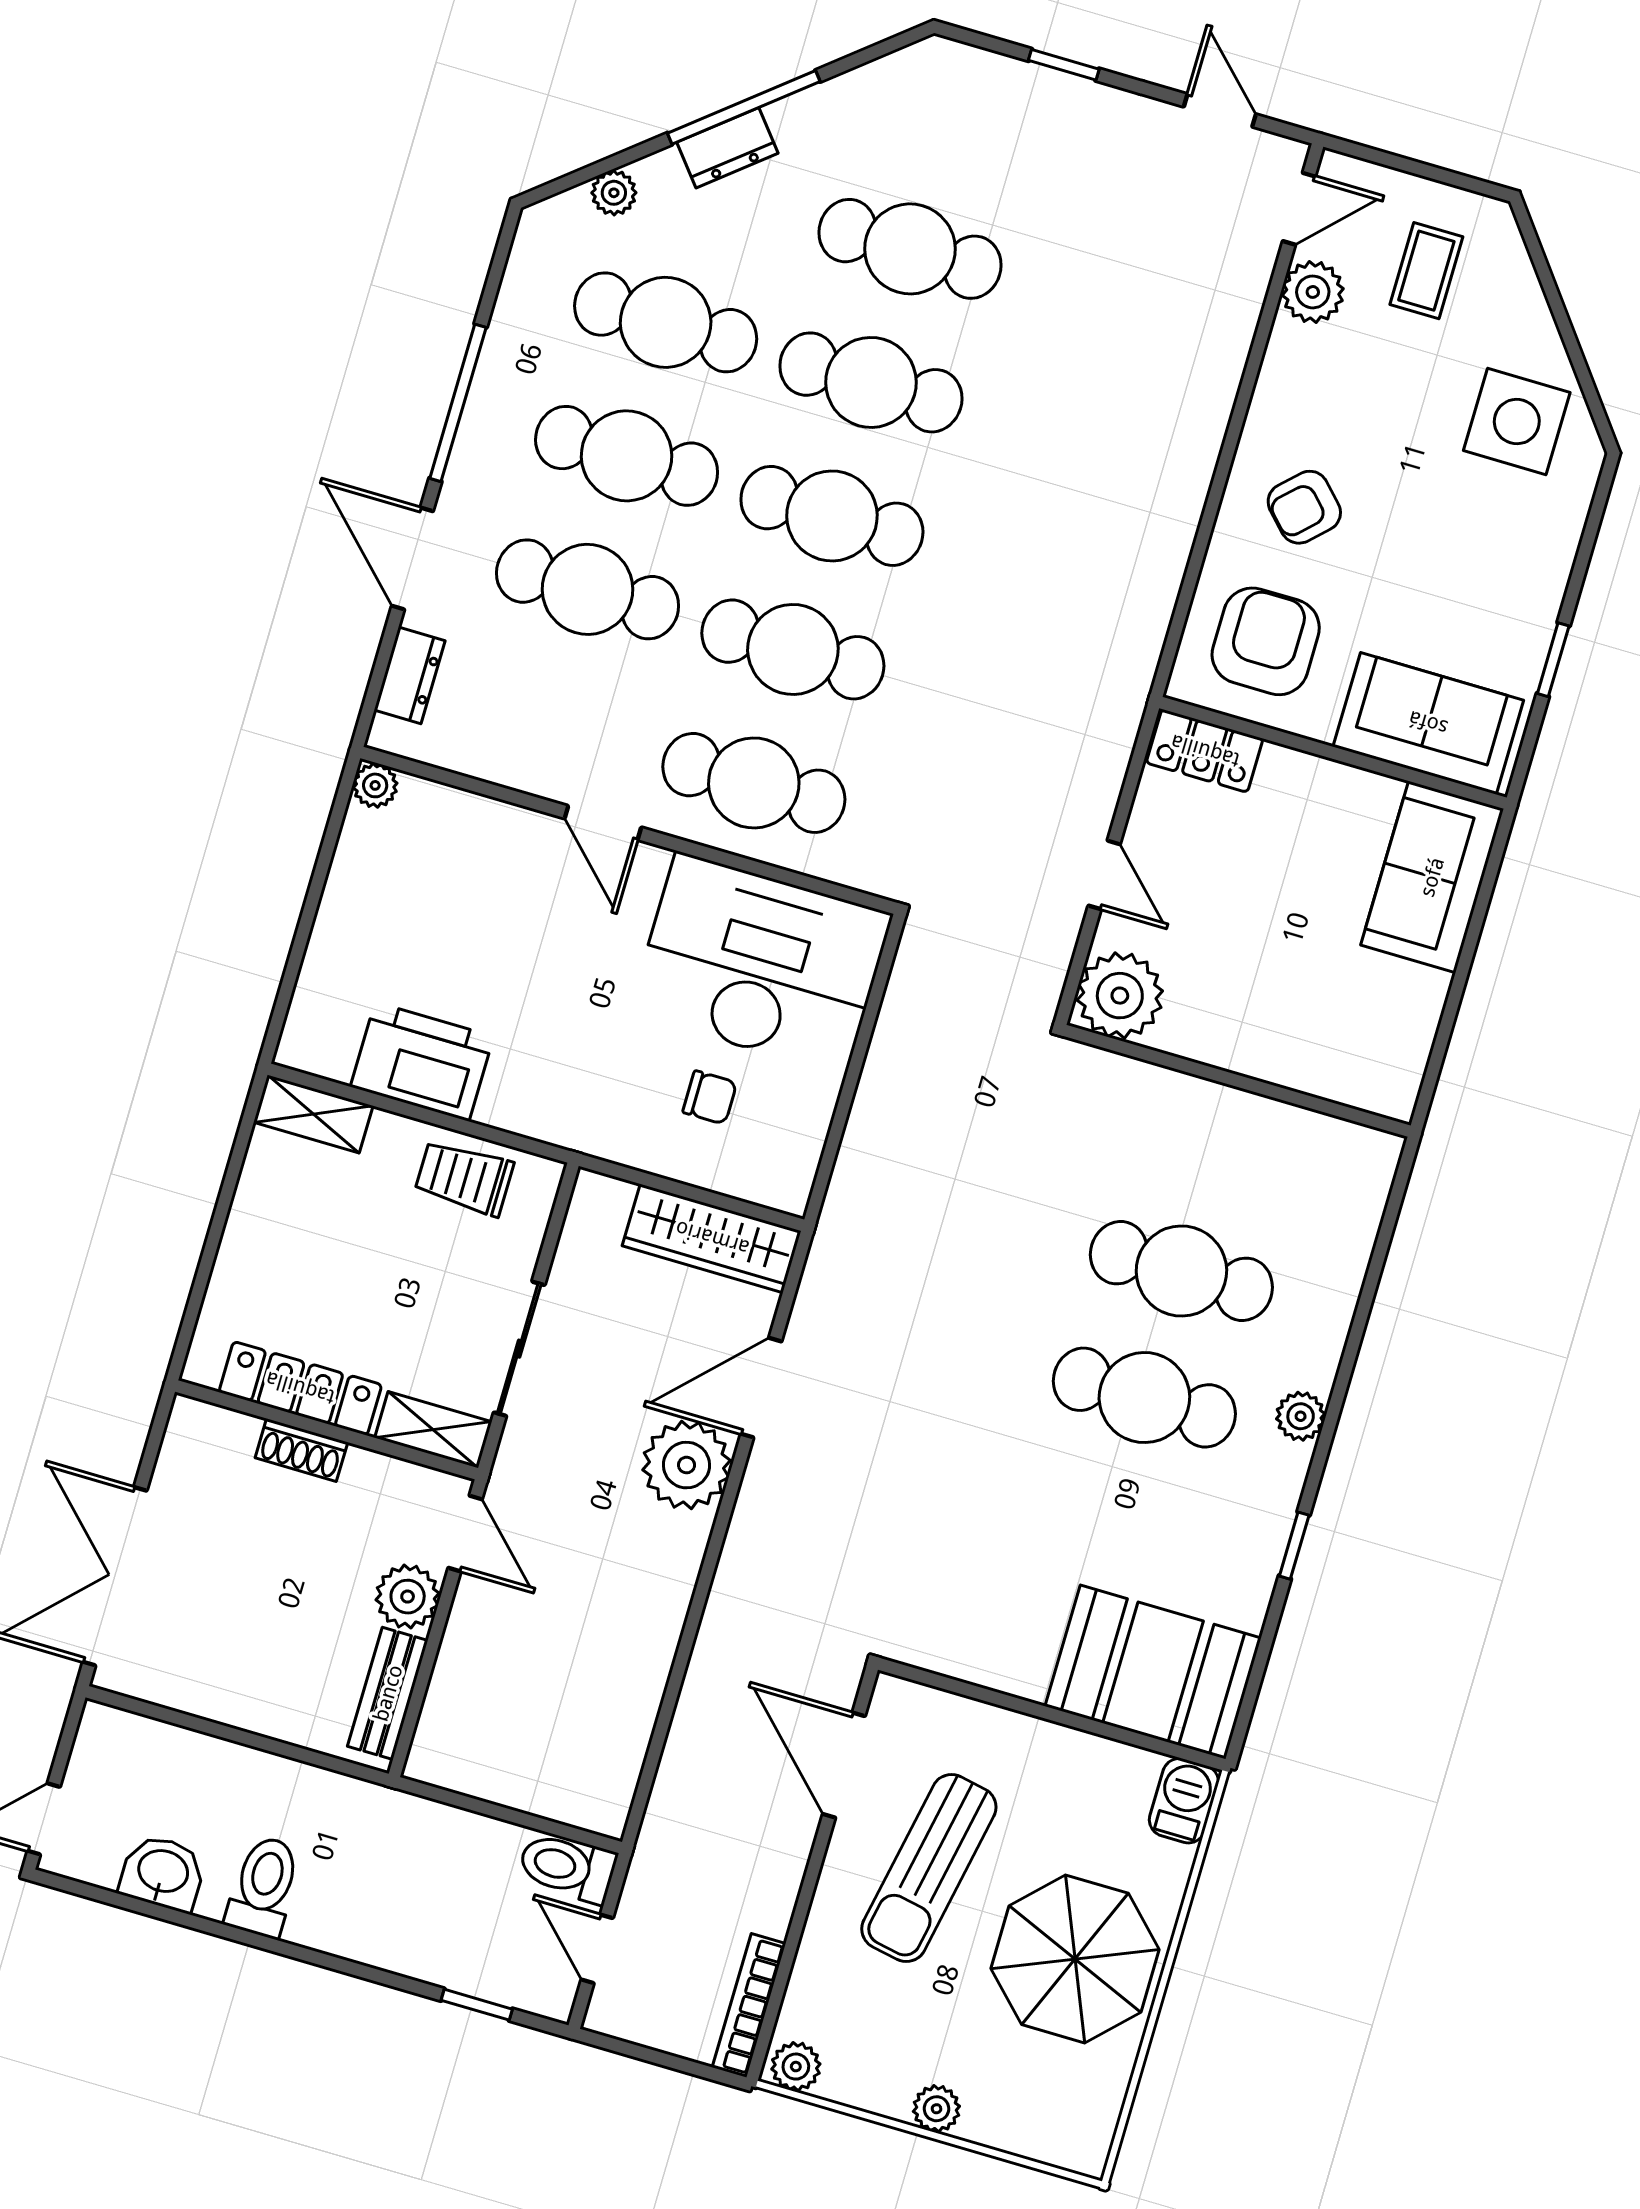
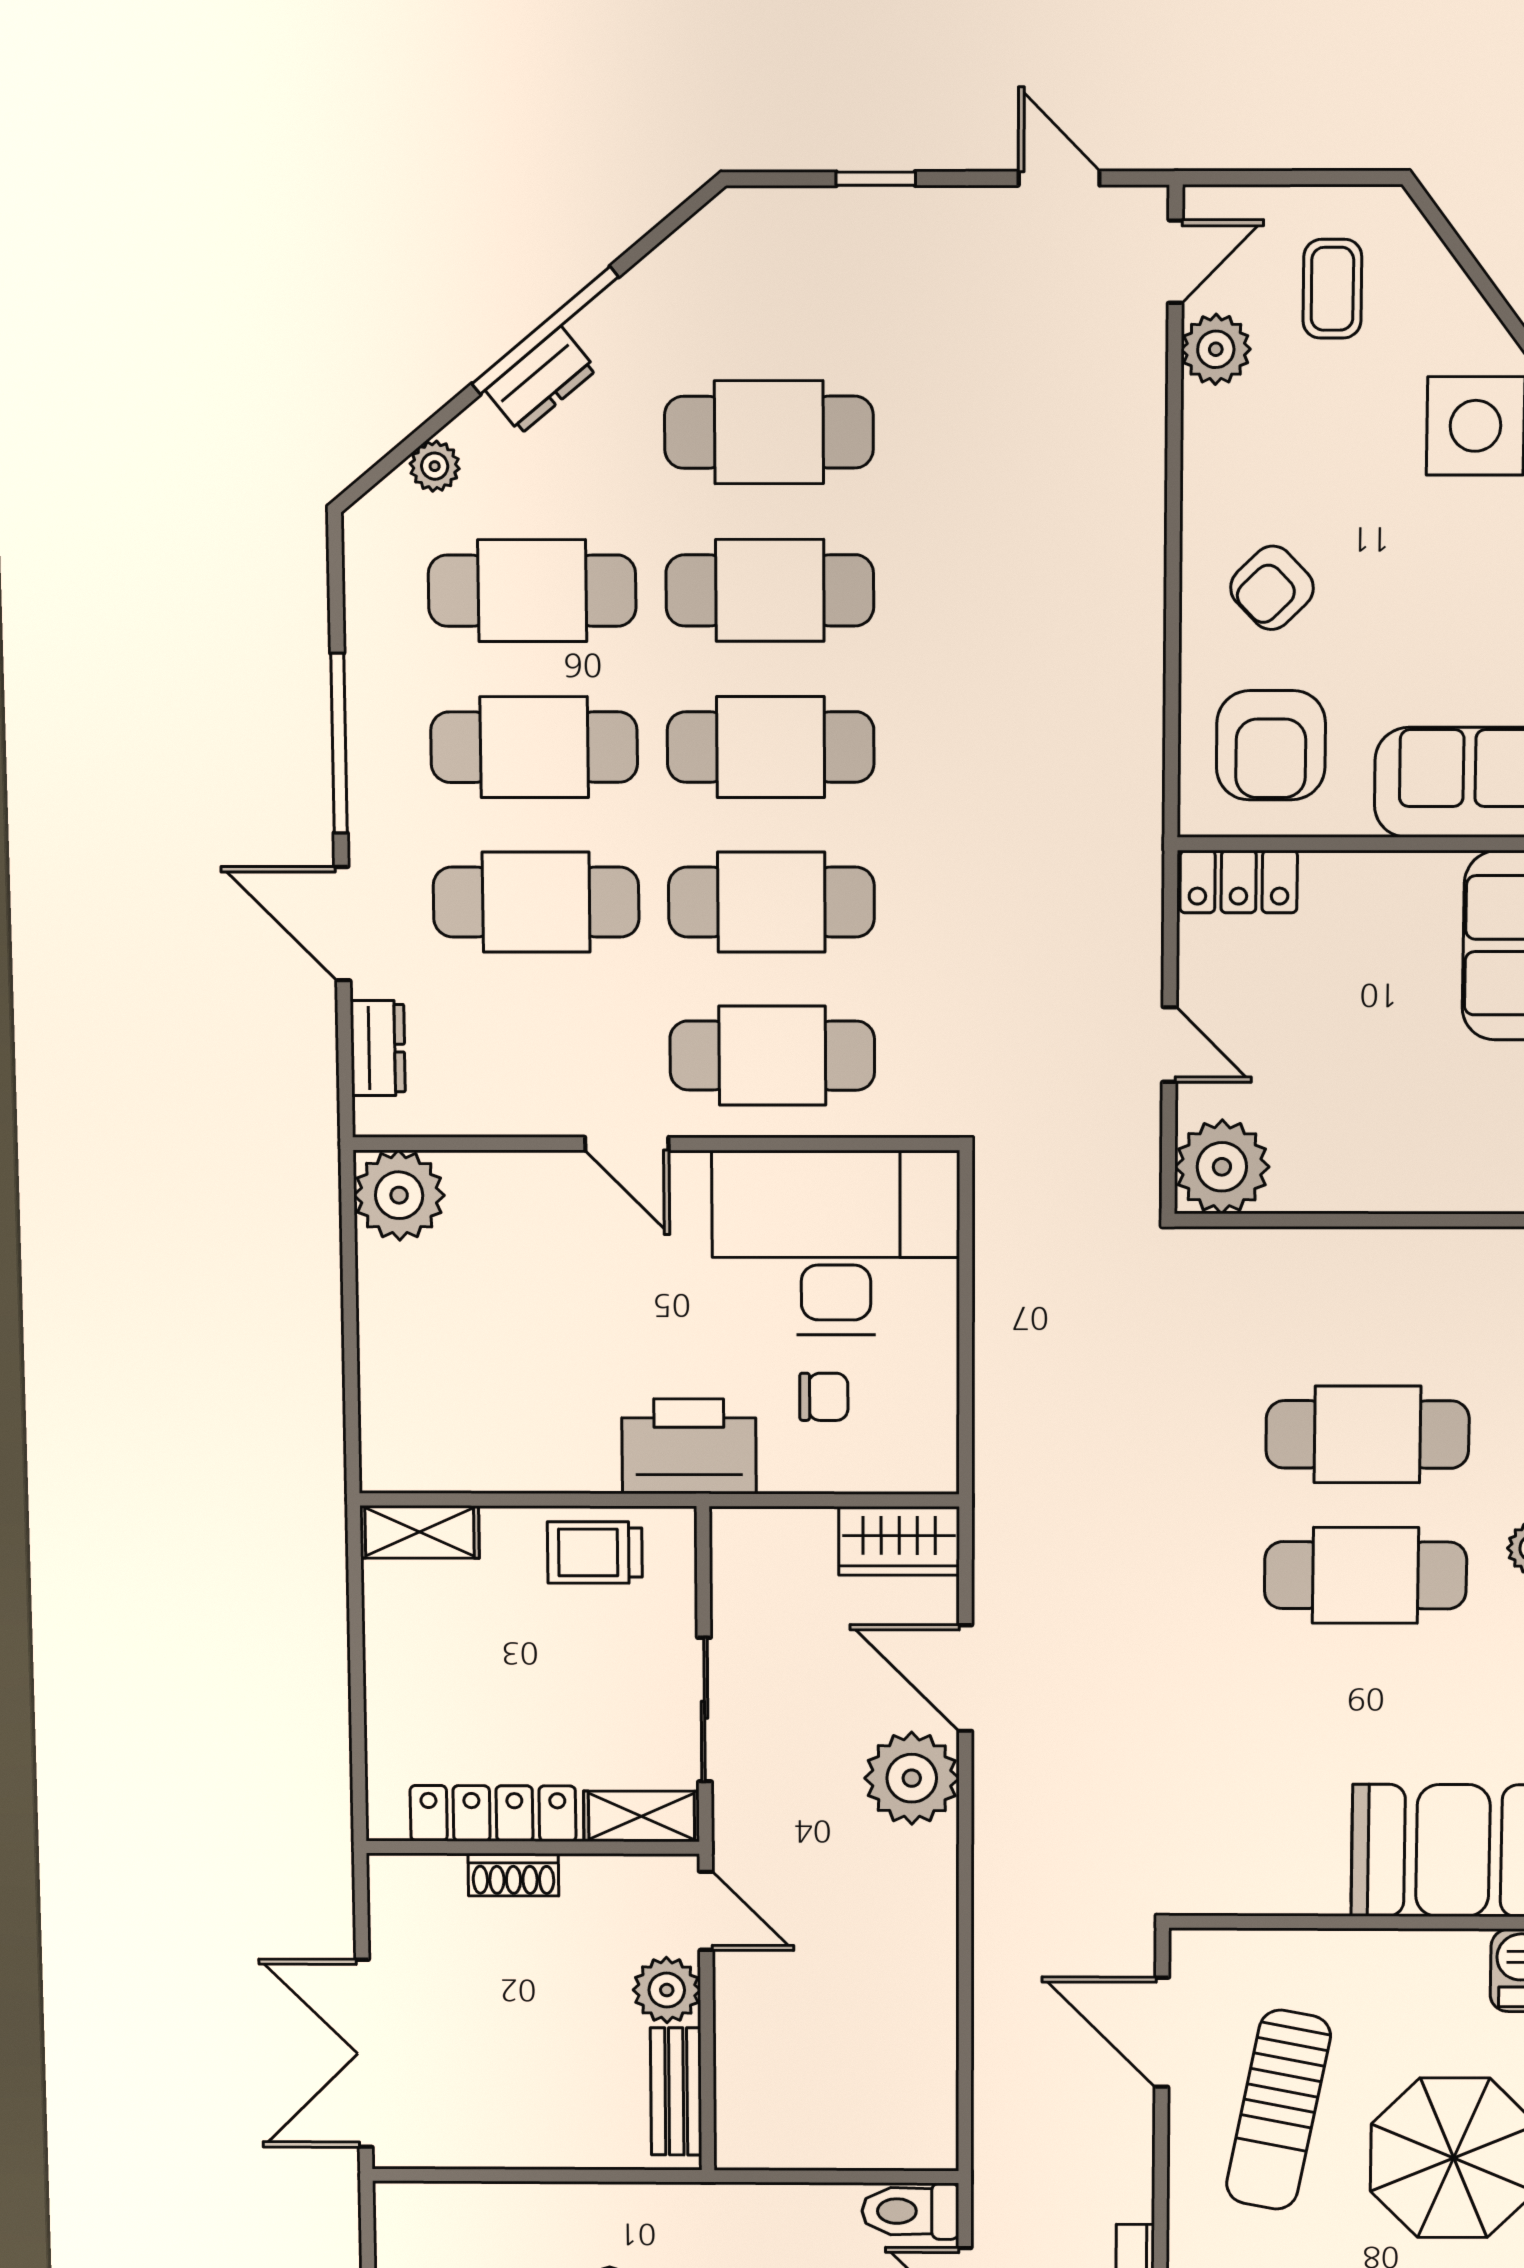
armchair: (1266, 641) -> (1271, 745), turned 180
plant: (375, 785) -> (399, 1195), width x1.88, depth x1.88
printer: (422, 1062) -> (689, 1446), moved
wardrobe: (712, 1238) -> (899, 1541), width x0.67
door: (761, 1388) -> (965, 1678), hinge flipped

